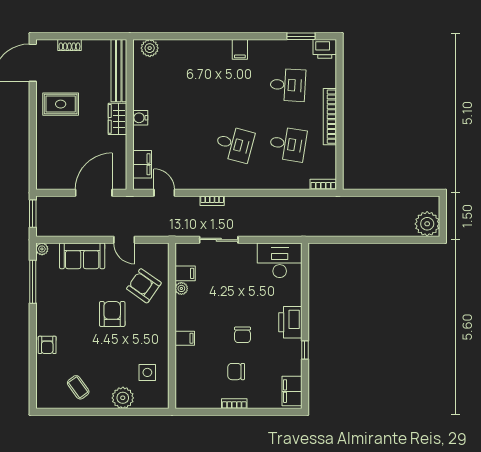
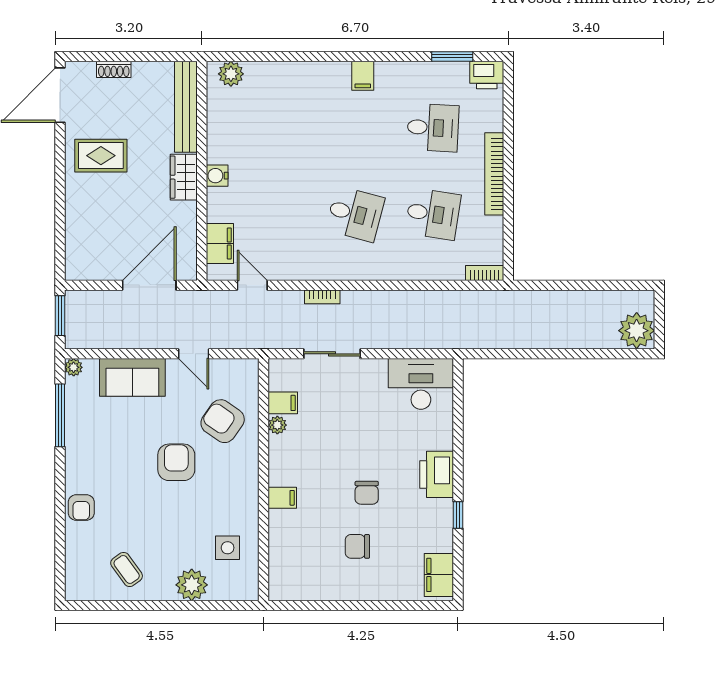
bookcase: (234, 404) -> (355, 593), removed

